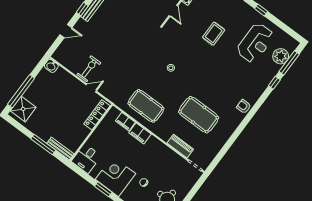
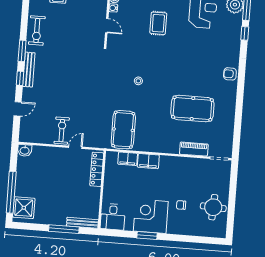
pool table: (146, 106) -> (123, 130), moved, turned 90

